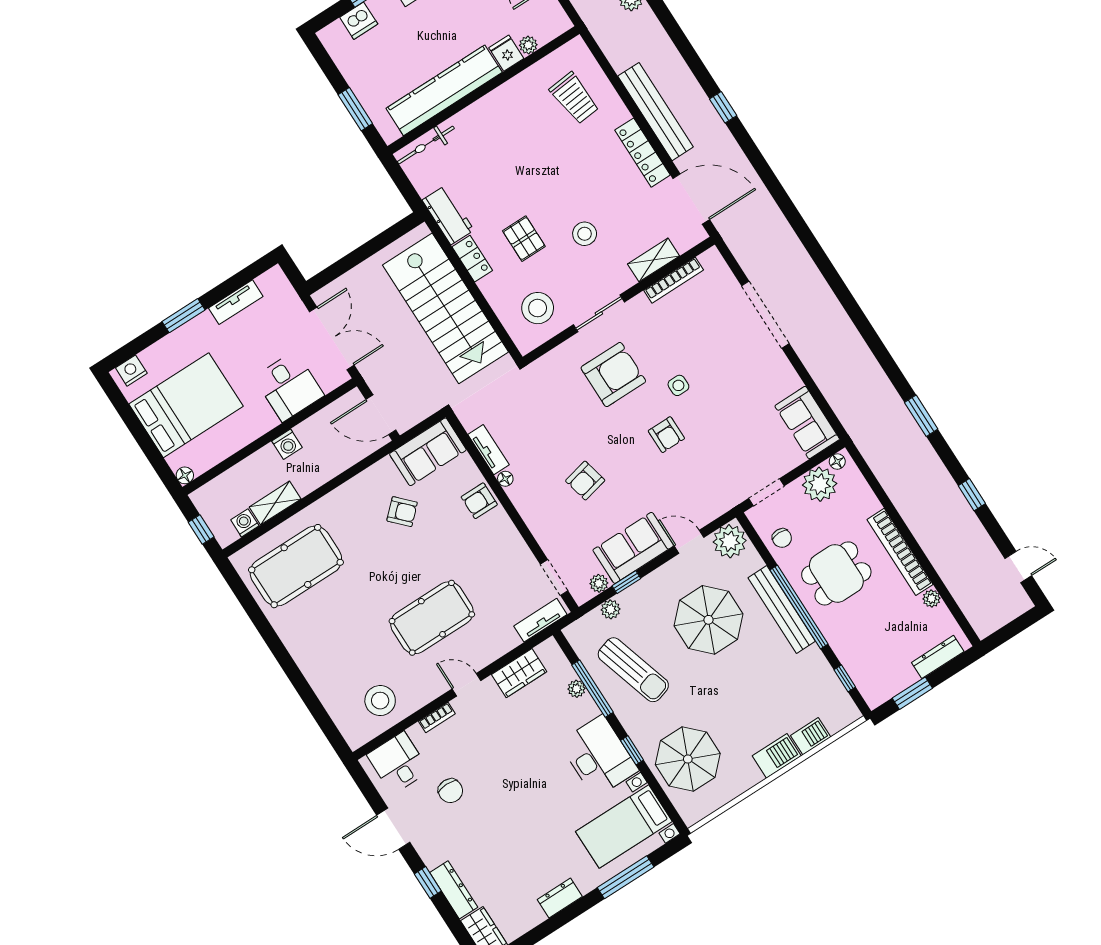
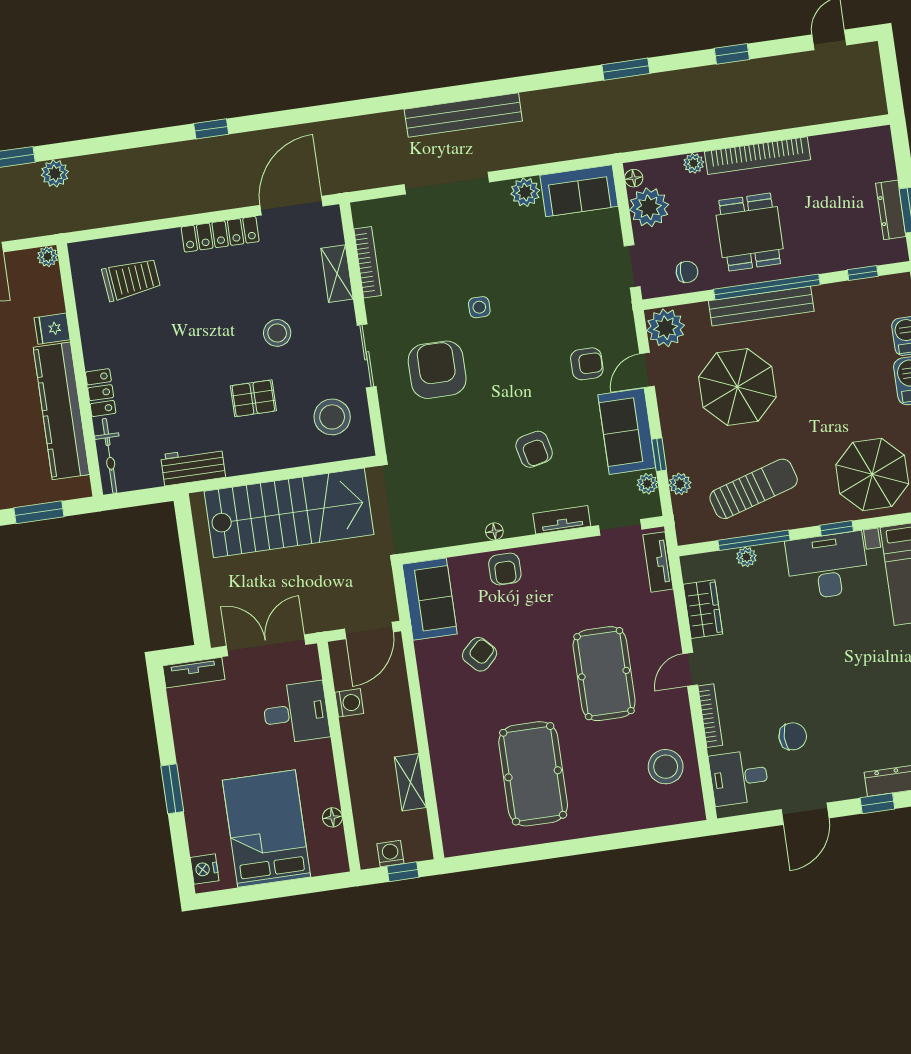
plant: (528, 45) -> (48, 257), moved
bench: (655, 112) -> (463, 115), moved
locker: (472, 259) -> (101, 393), moved, turned 90
tv unit: (236, 302) -> (194, 673), moved, turned 90
plant: (787, 380) -> (525, 192), added
armchair: (666, 435) -> (587, 364), moved
washing machine: (287, 444) -> (349, 703), moved
tv unit: (489, 450) -> (562, 520), moved
floor lamp: (185, 475) -> (332, 817), moved
washing machine: (245, 523) -> (390, 854), moved, turned 90
pool table: (296, 566) -> (533, 774), moved
plant: (932, 599) -> (694, 163), moved
dresser: (938, 657) -> (891, 210), moved
bookcase: (437, 718) -> (710, 716), width x1.56

